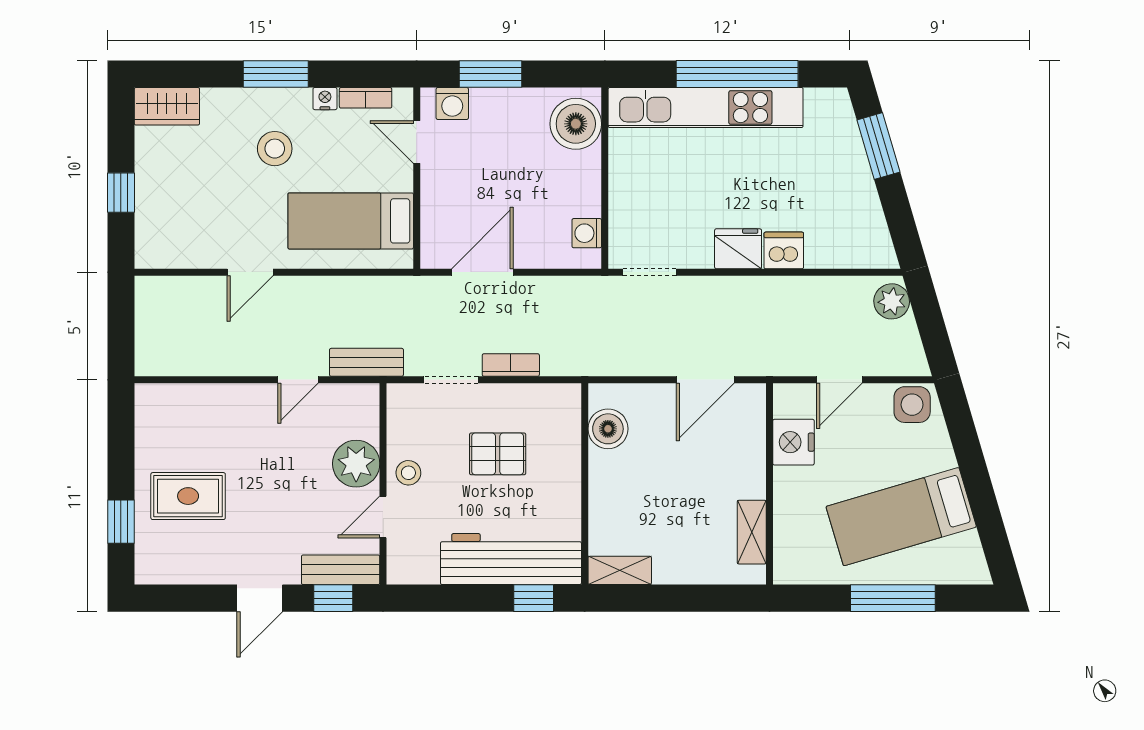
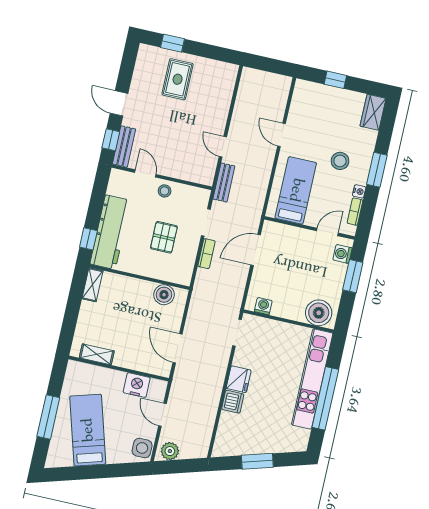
window: (878, 146) -> (257, 461), moved
door: (482, 272) -> (256, 250), swing flipped
plant: (892, 301) -> (170, 451), moved
plant: (356, 464) -> (175, 166), removed

